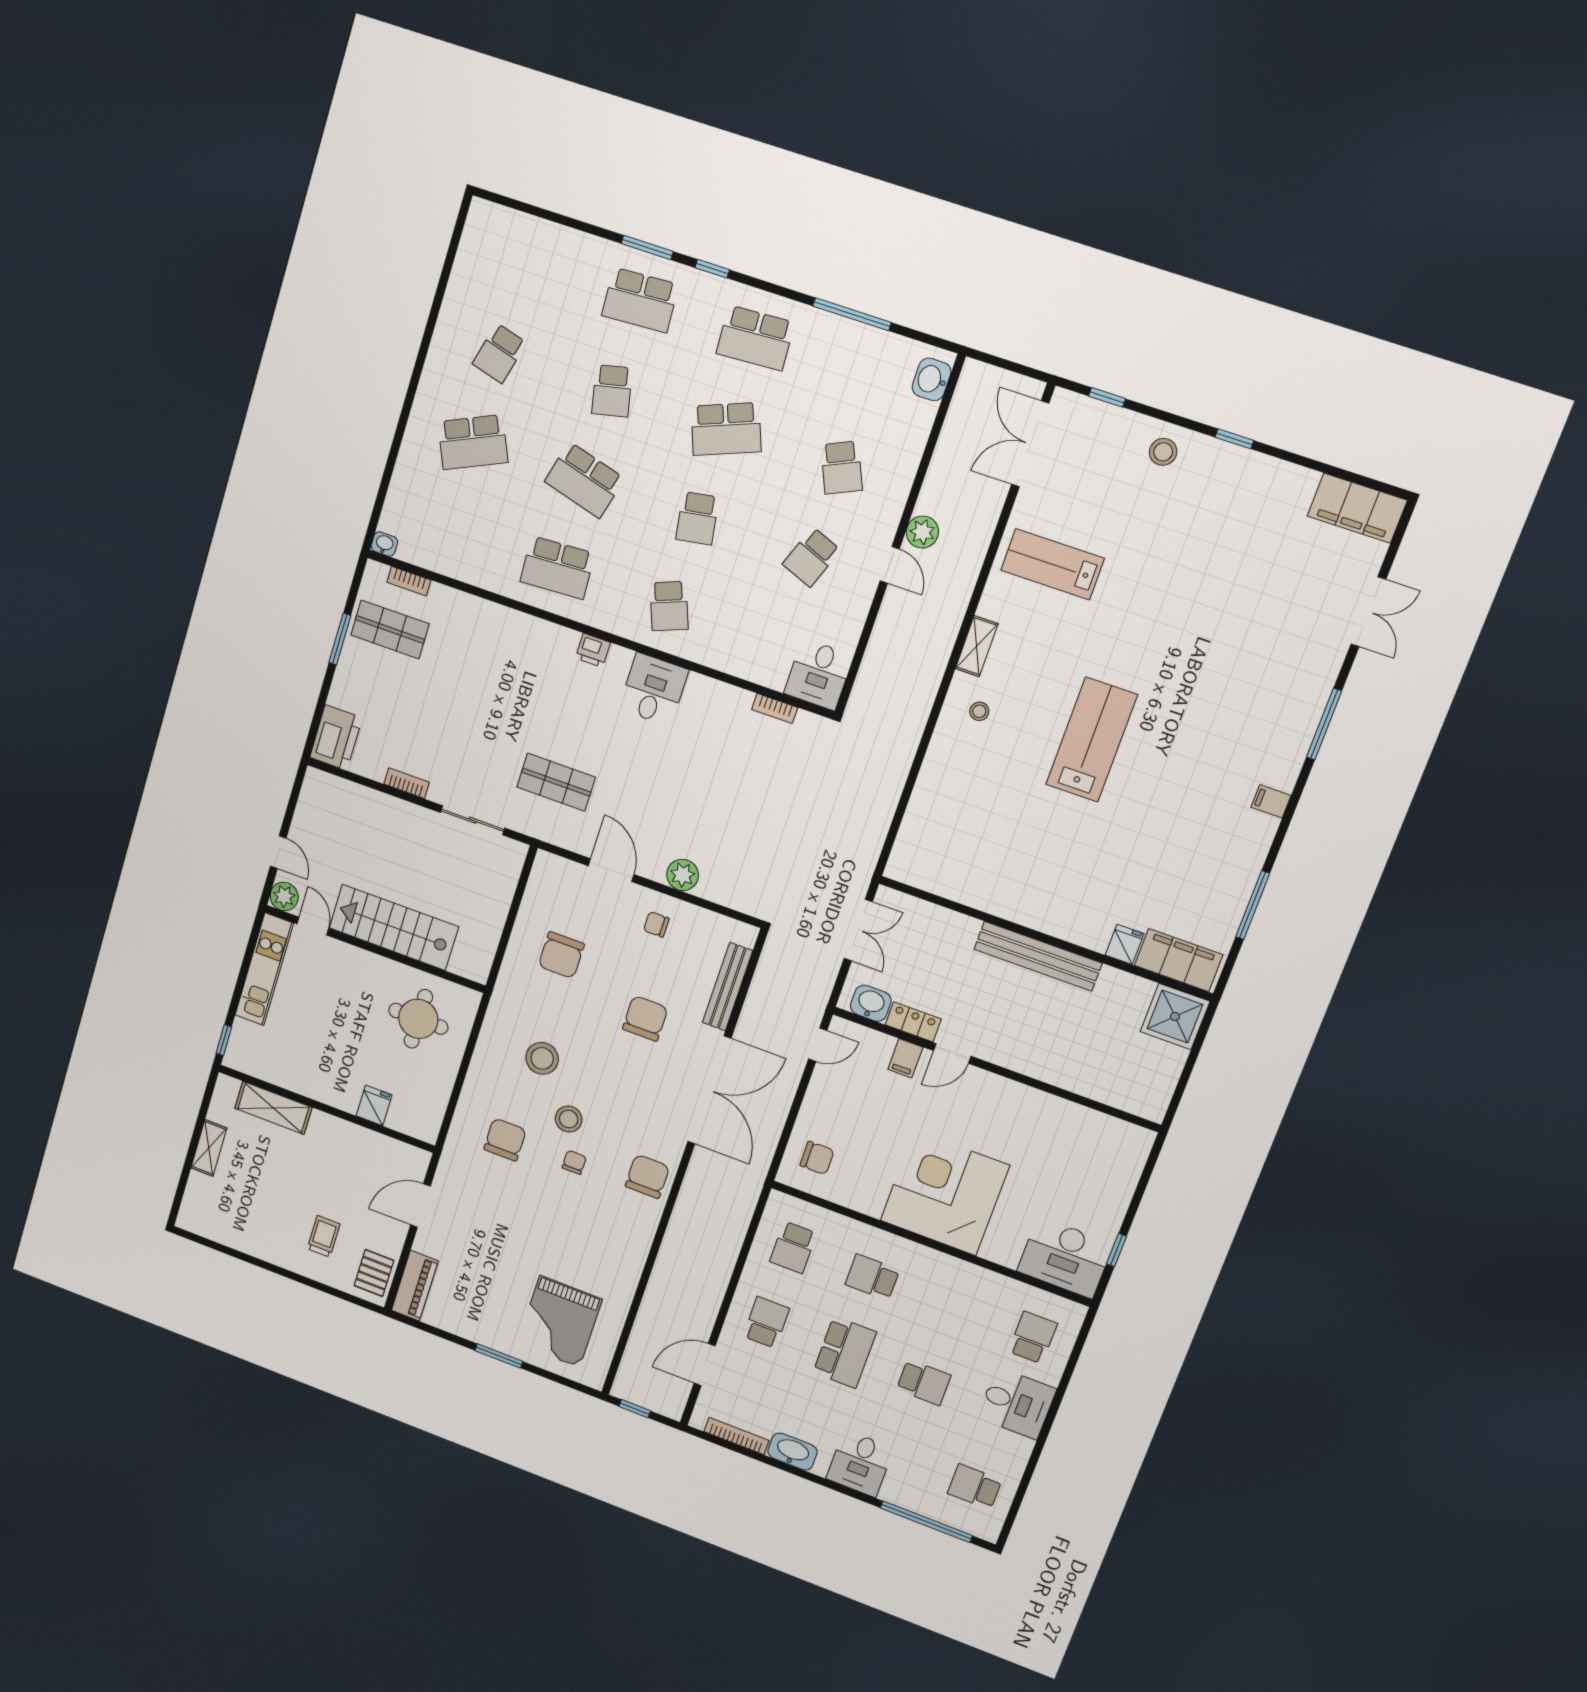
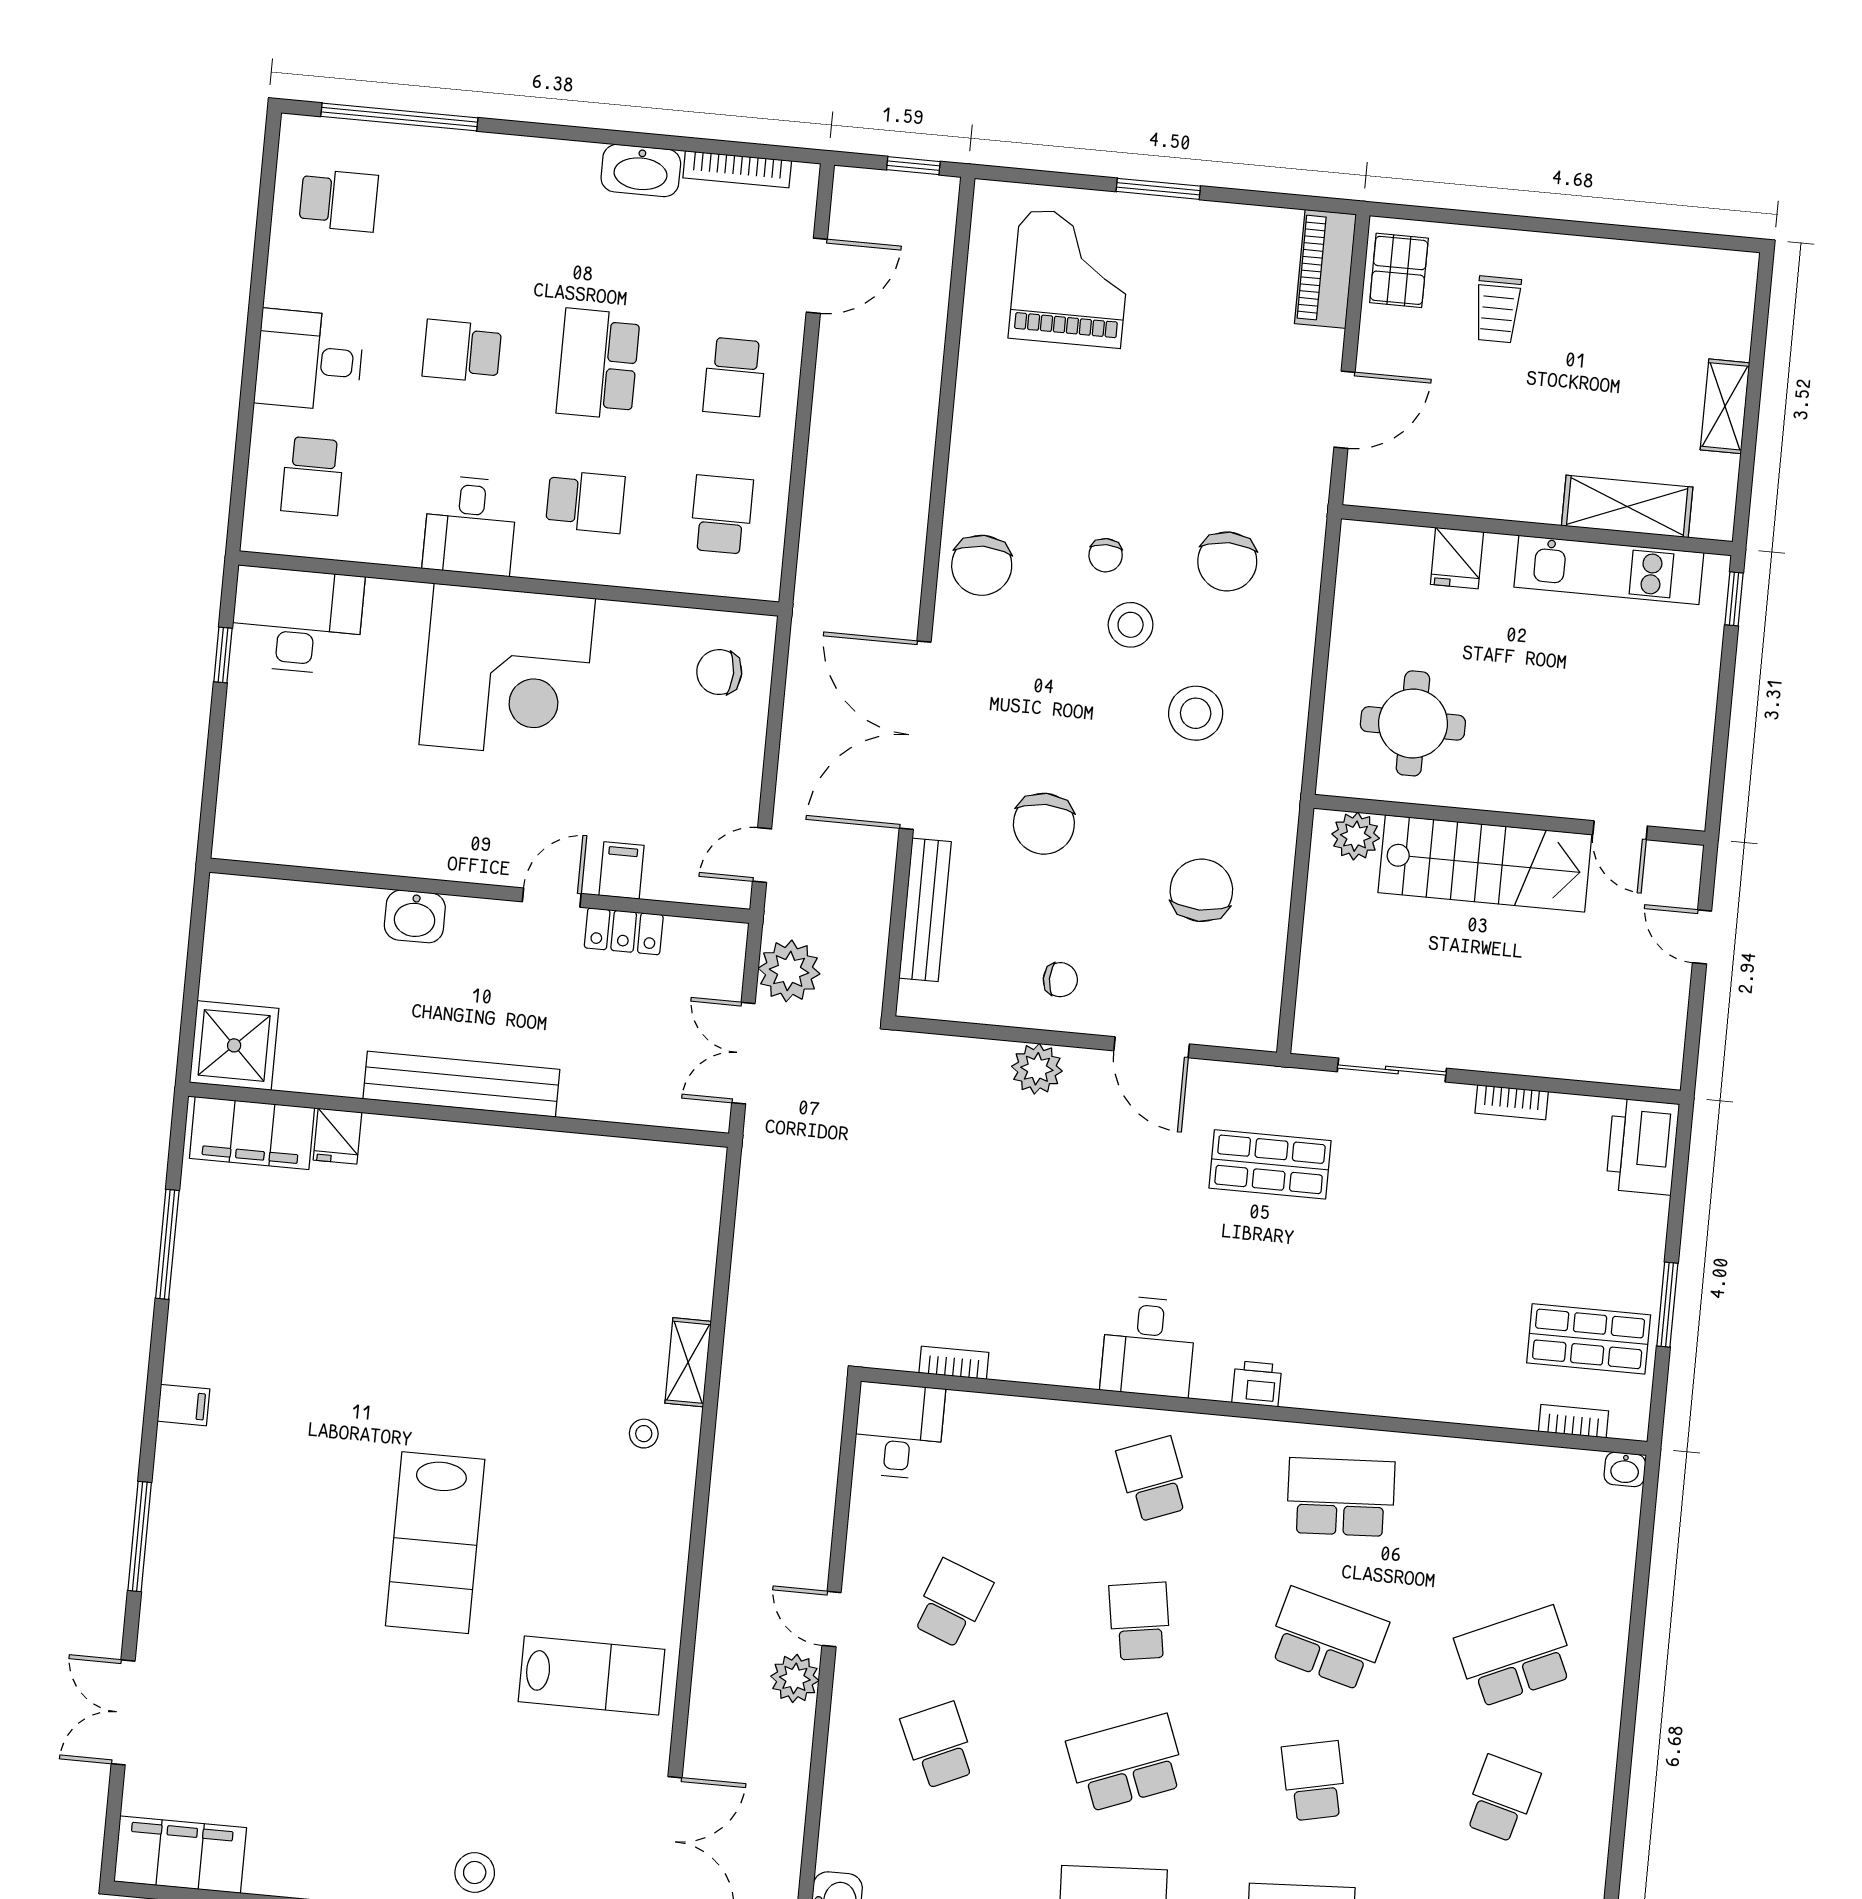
shelving: (977, 646) -> (688, 1362), moved
lab bench: (1092, 740) -> (435, 1543), moved
plant: (284, 896) -> (1356, 836), moved
kitchen unit: (264, 969) -> (1609, 570), moved, turned -90
plant: (818, 972) -> (789, 971), added
washbasin: (871, 1003) -> (415, 916), moved
desk: (860, 1463) -> (470, 526), moved, turned 180

